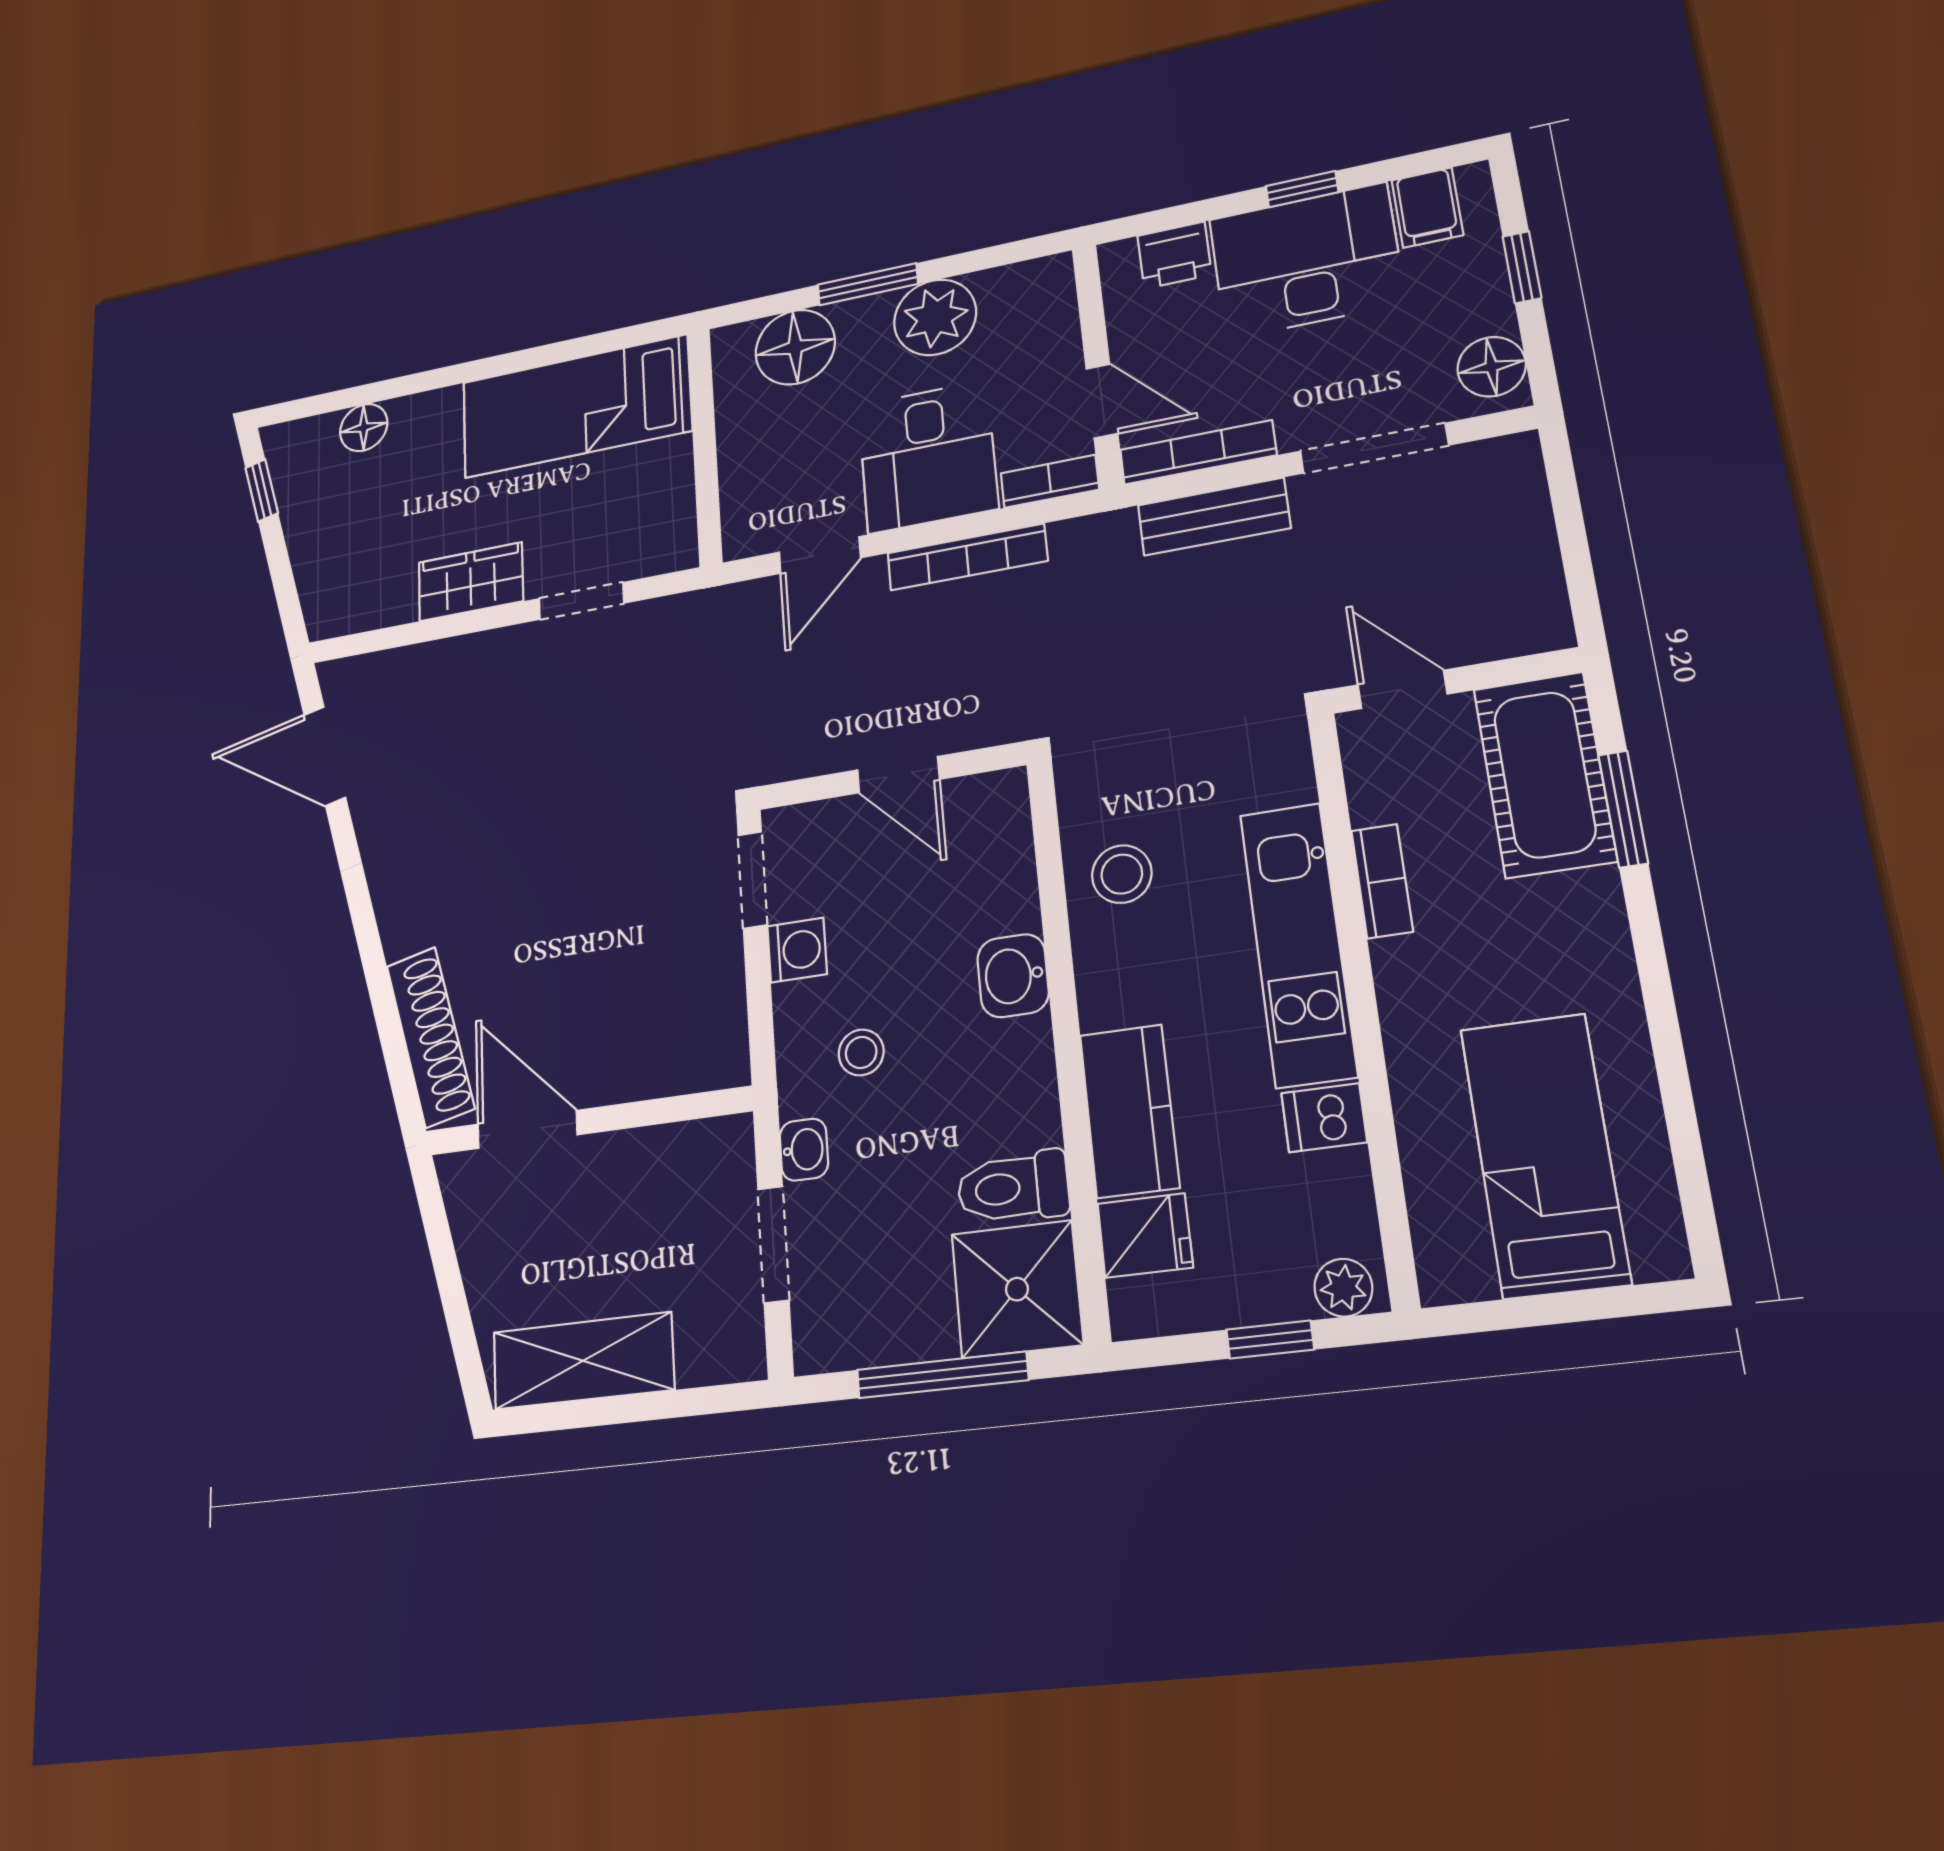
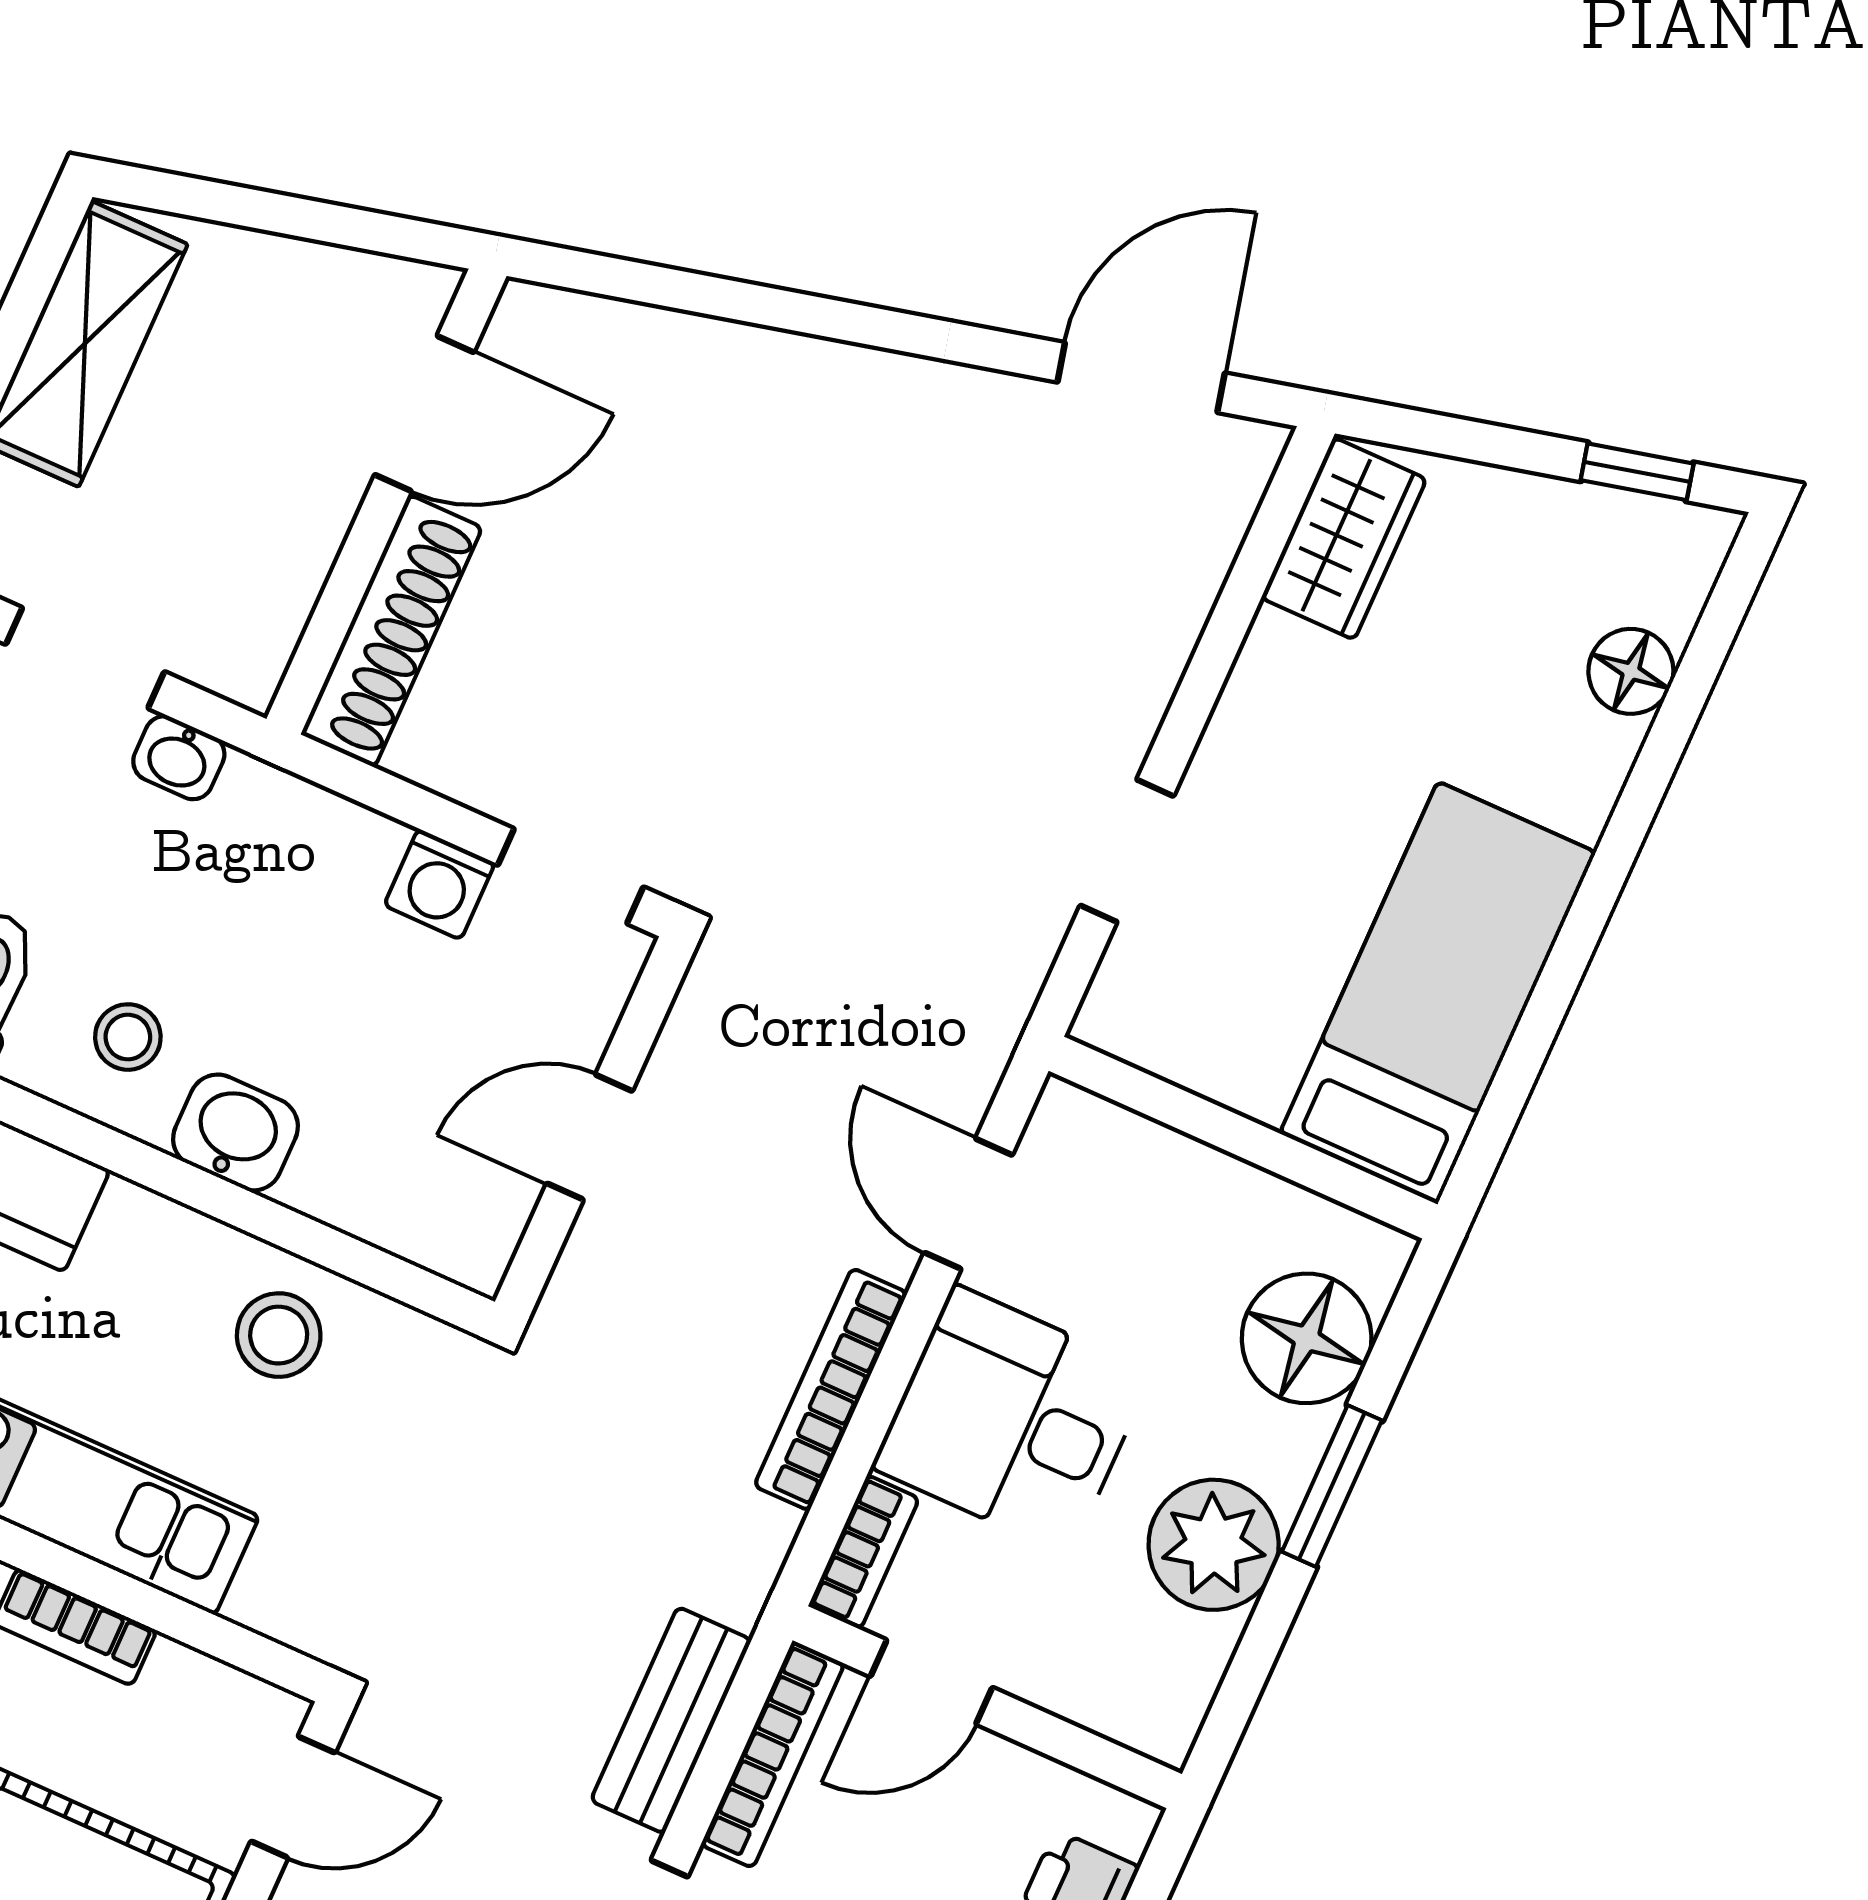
wardrobe: (471, 582) -> (1344, 539), moved
shoe rack: (430, 1037) -> (392, 631), moved, turned -77
stool: (861, 1052) -> (128, 1037), moved

